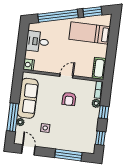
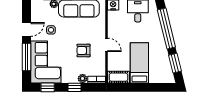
bed: (90, 33) -> (139, 63), moved
corner sofa: (76, 137) -> (46, 62), added
door: (28, 150) -> (27, 29), moved

